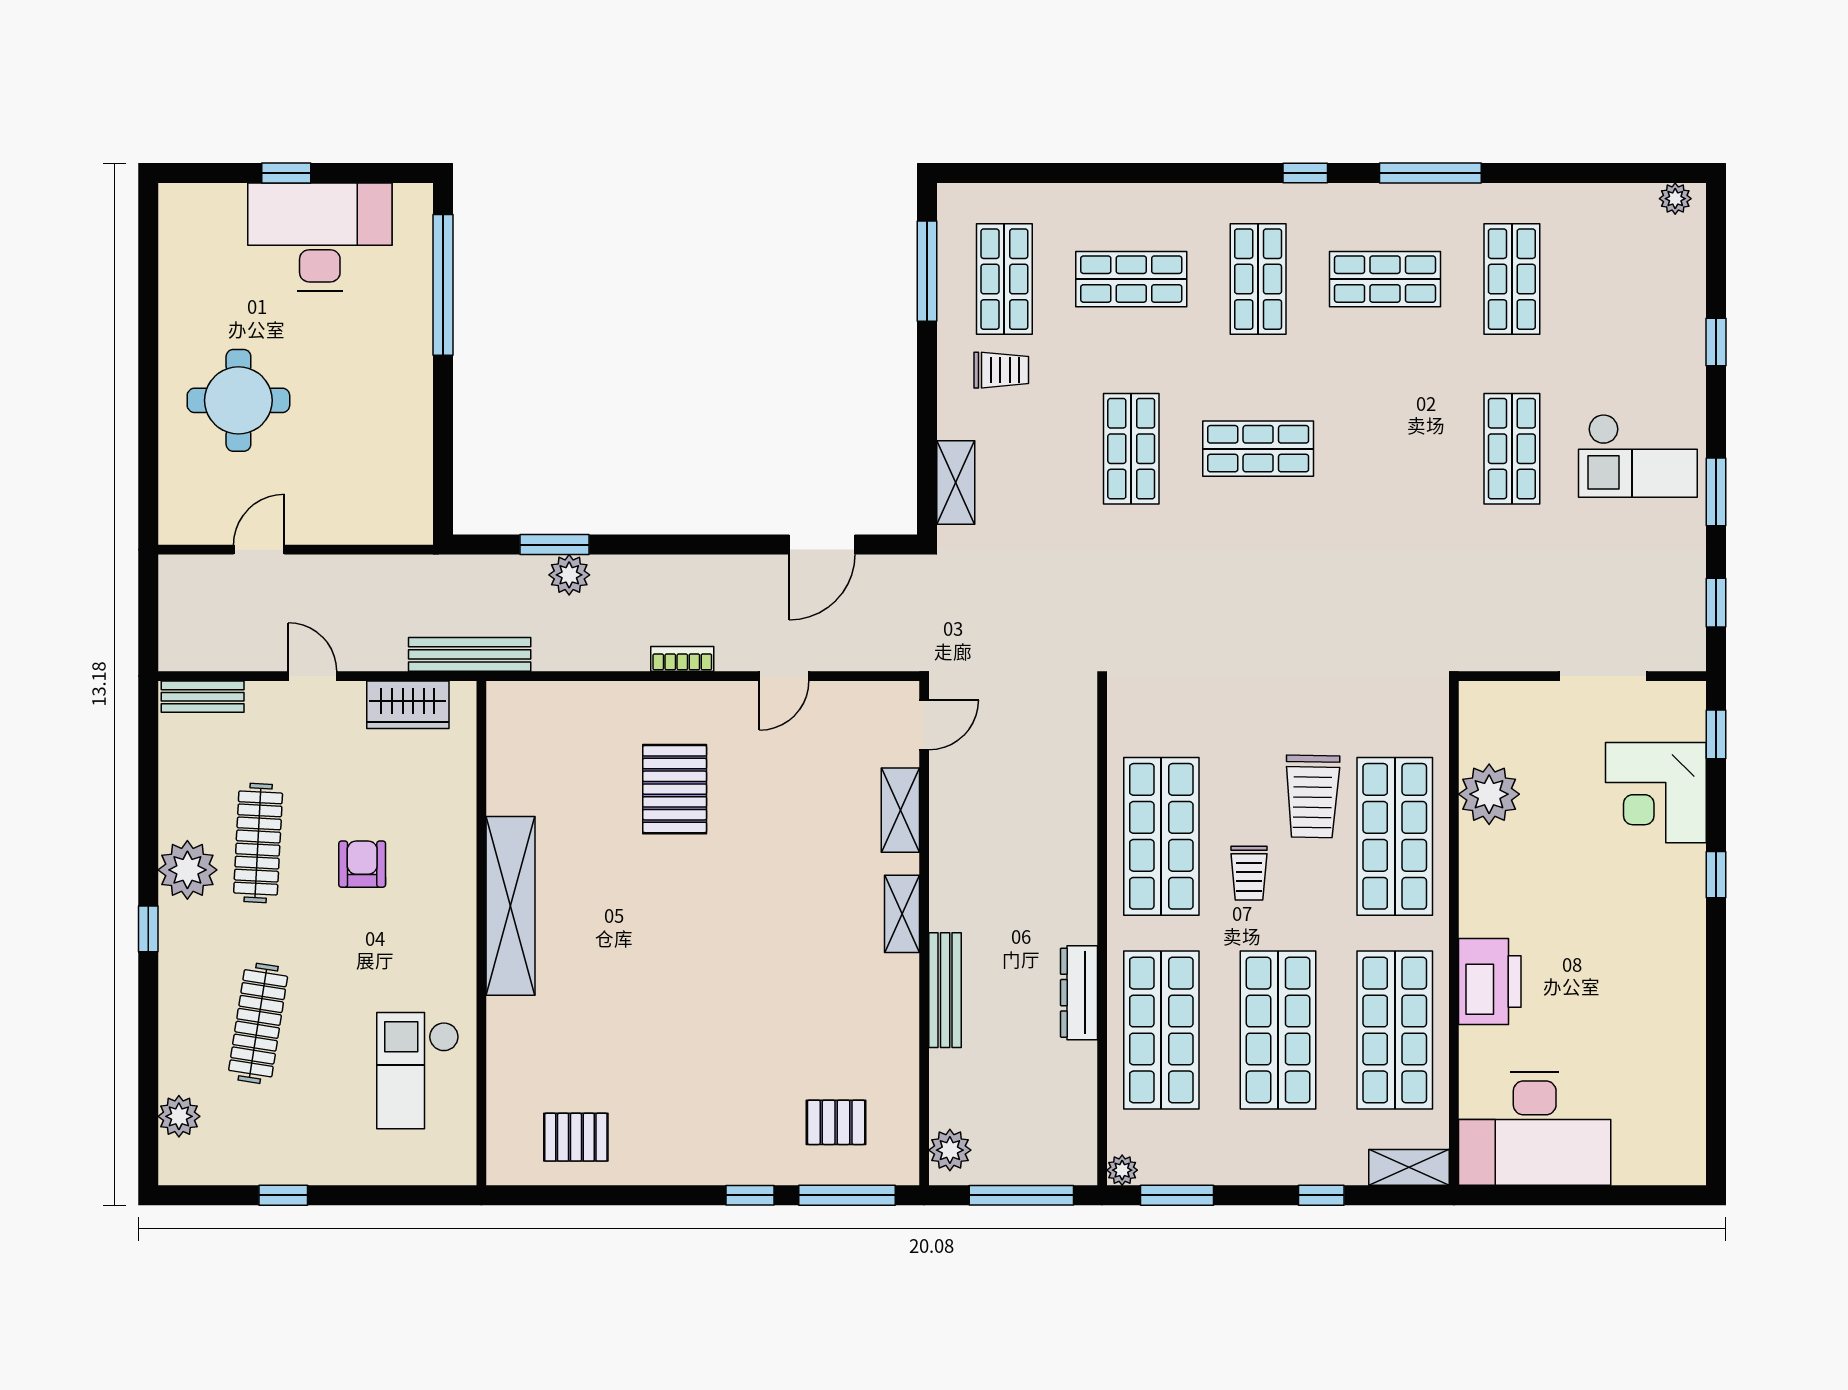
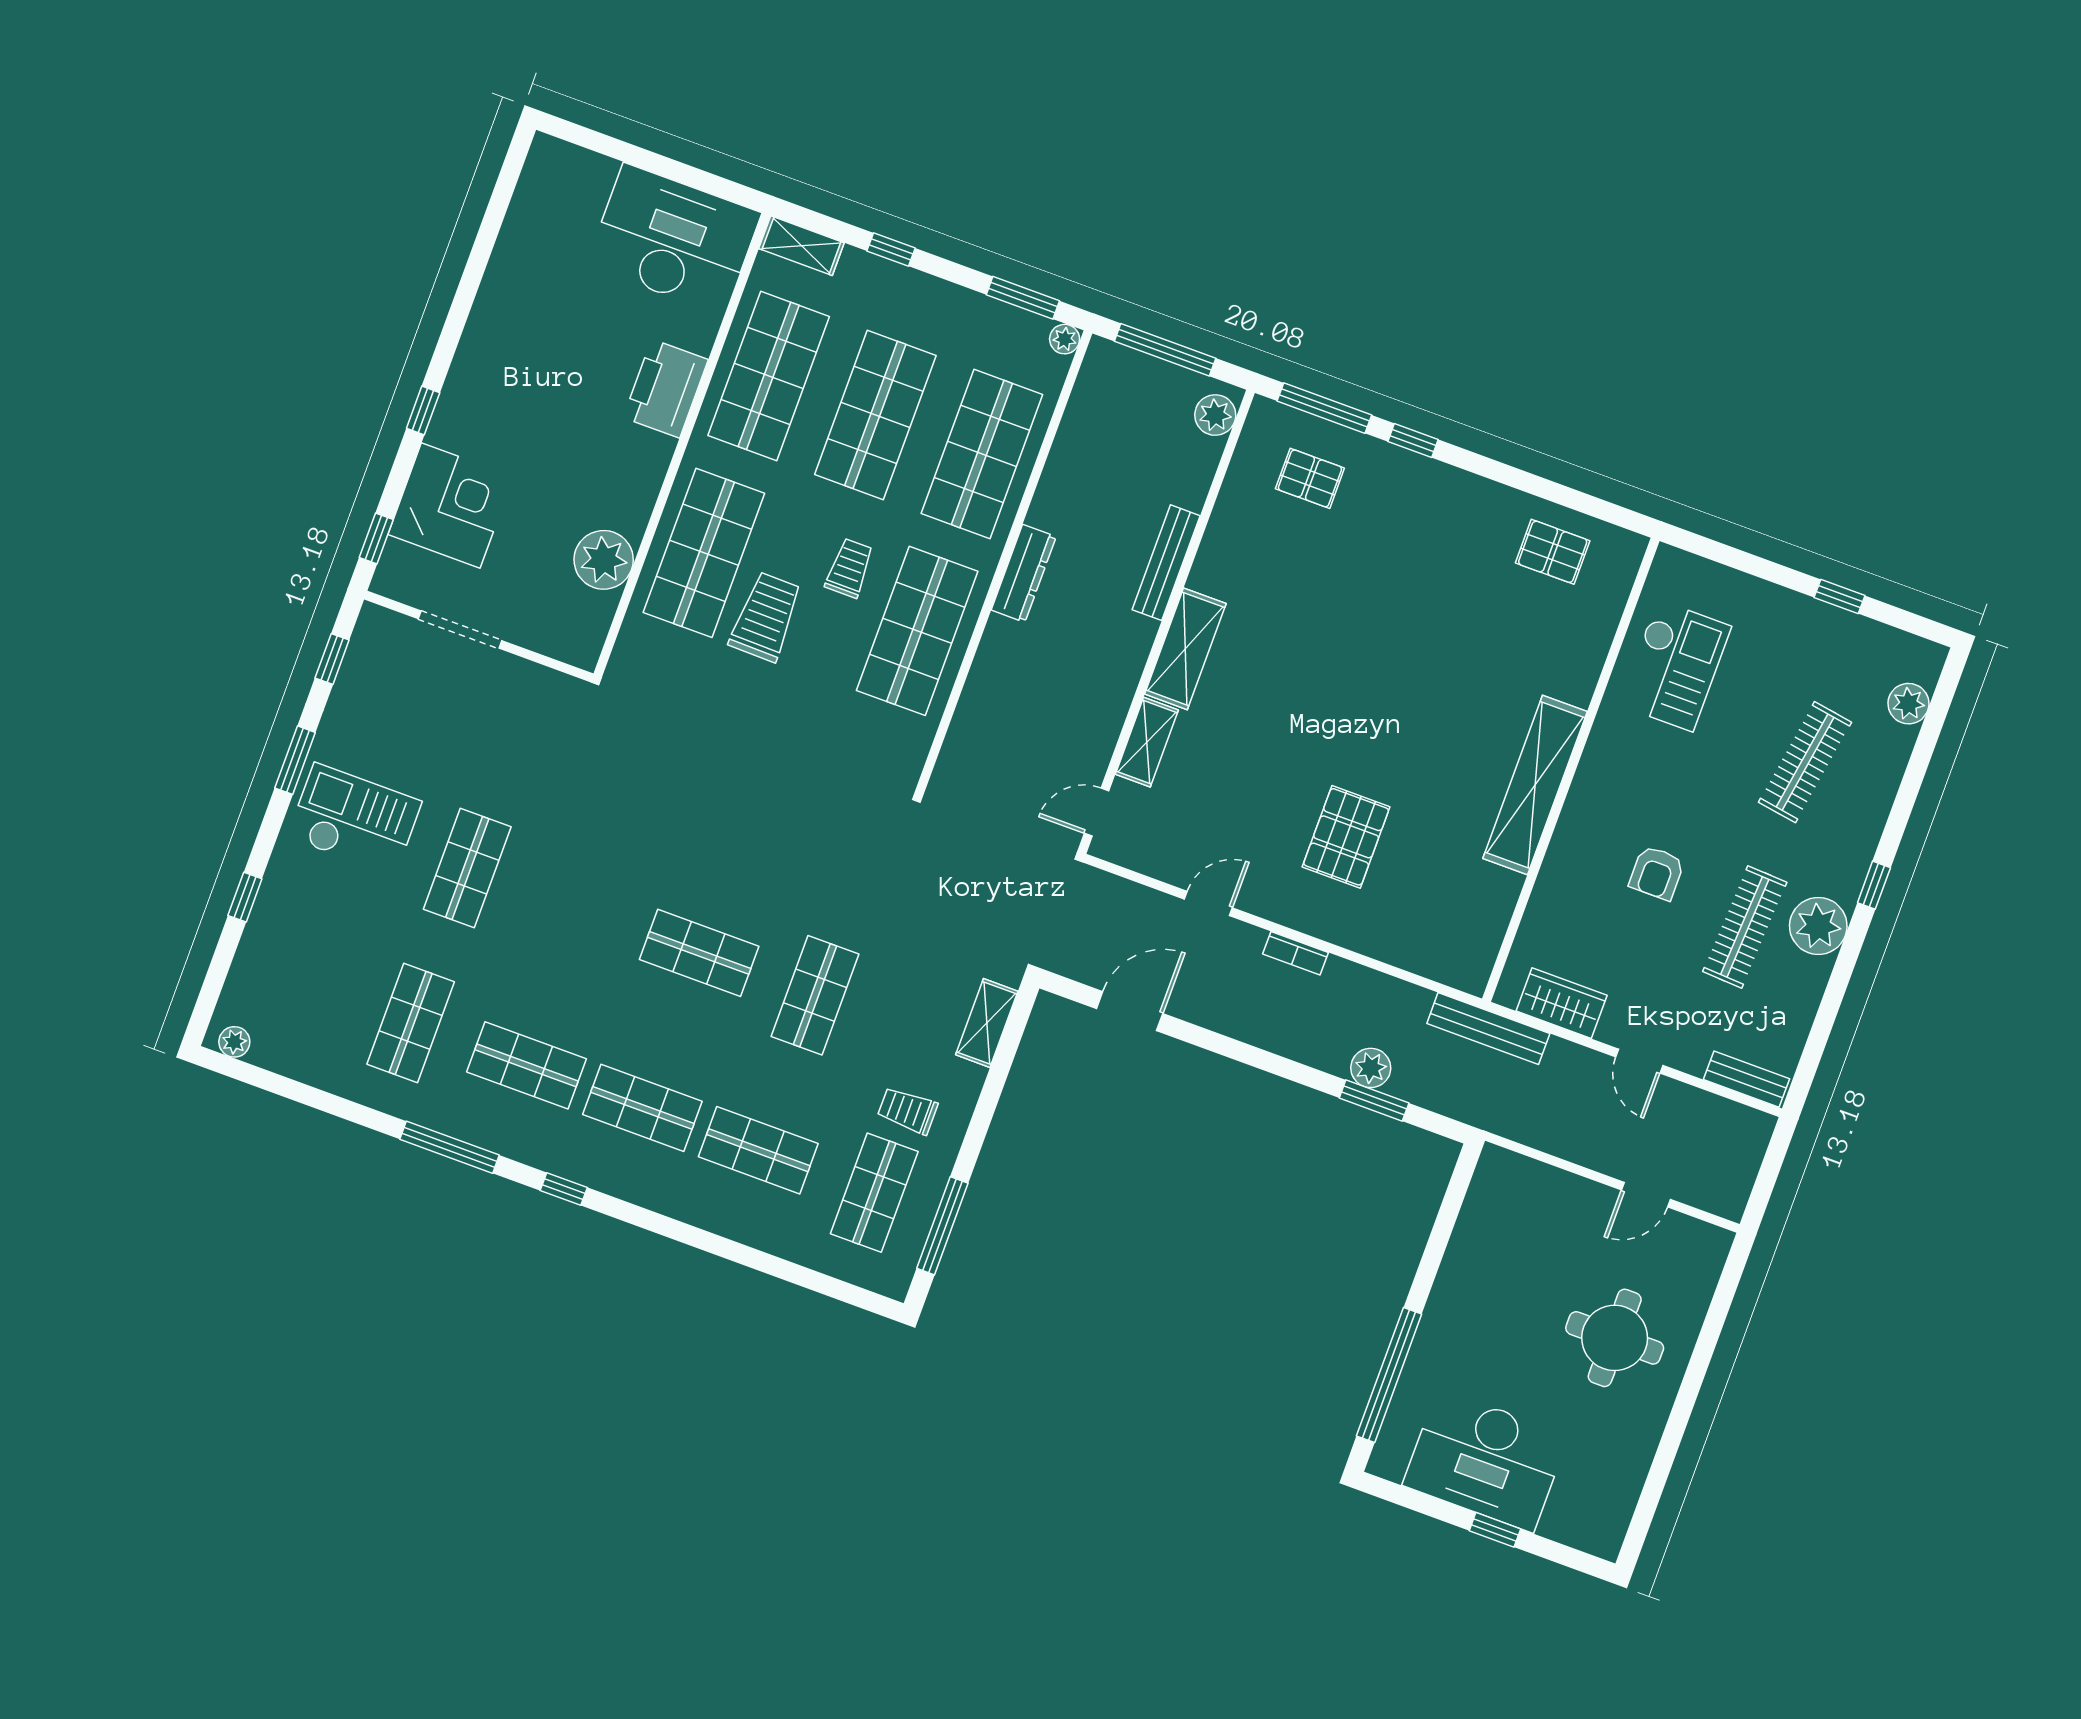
shop shelf: (1258, 279) -> (642, 1108), turned 90
shelving: (902, 914) -> (1185, 649), width x1.50, depth x1.33
dresser: (1079, 993) -> (1024, 573), moved

